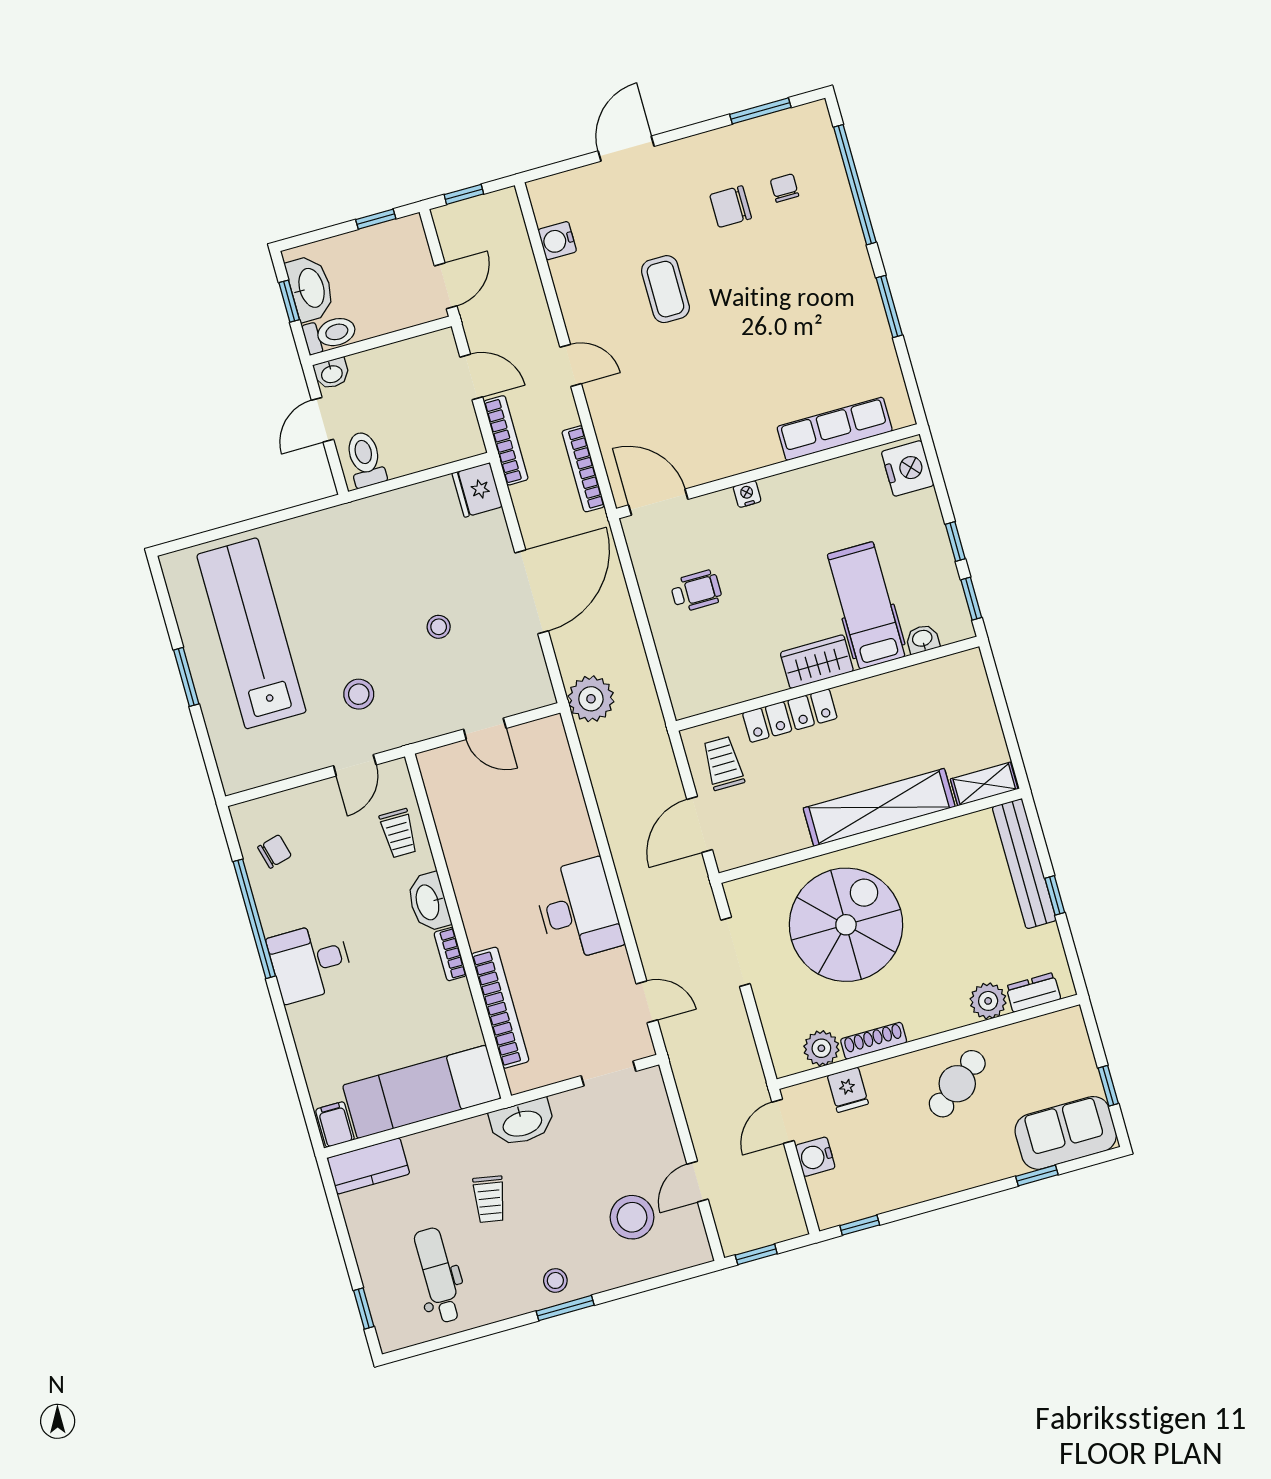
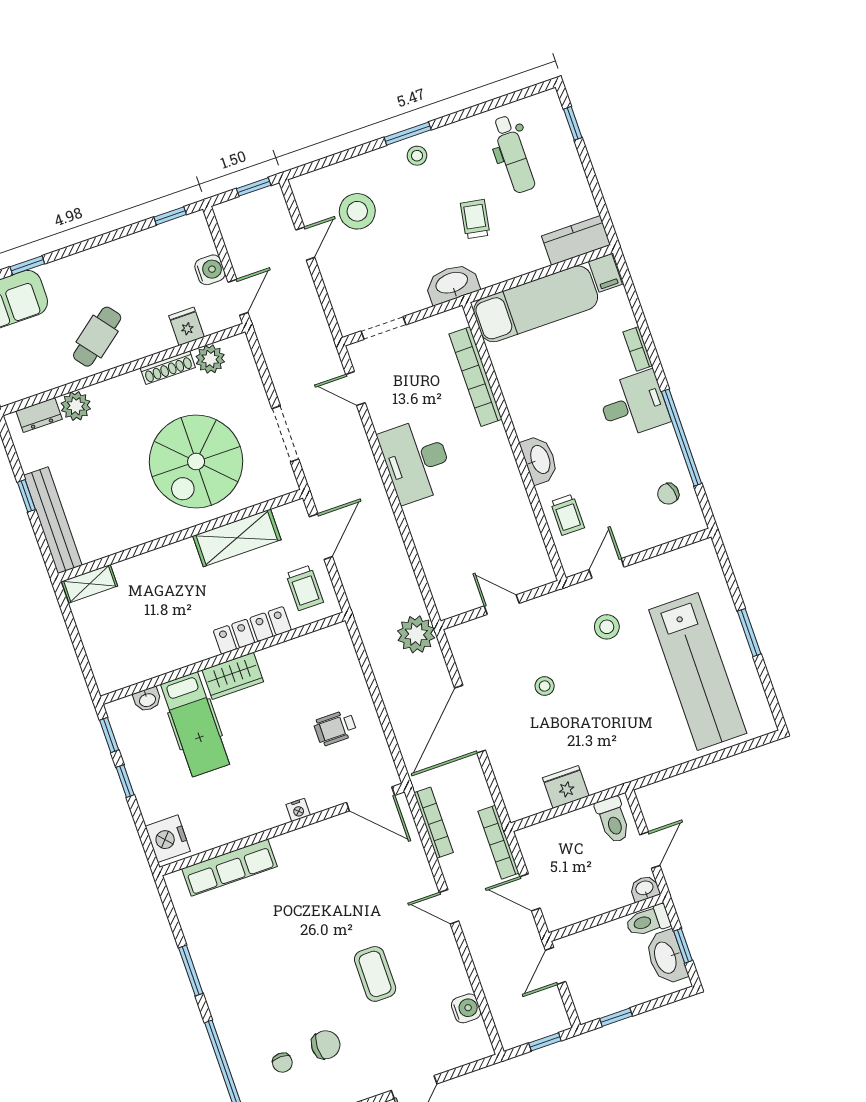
fridge: (477, 490) -> (566, 787), moved, turned -90
shelving: (879, 807) -> (237, 538), moved, width x0.68
trolley: (399, 833) -> (567, 515), turned 180
bookcase: (450, 954) -> (638, 349), moved, turned 180

